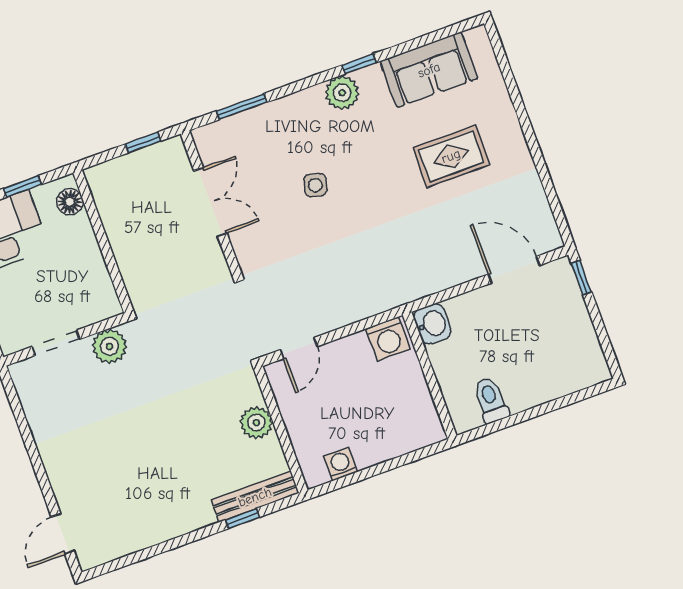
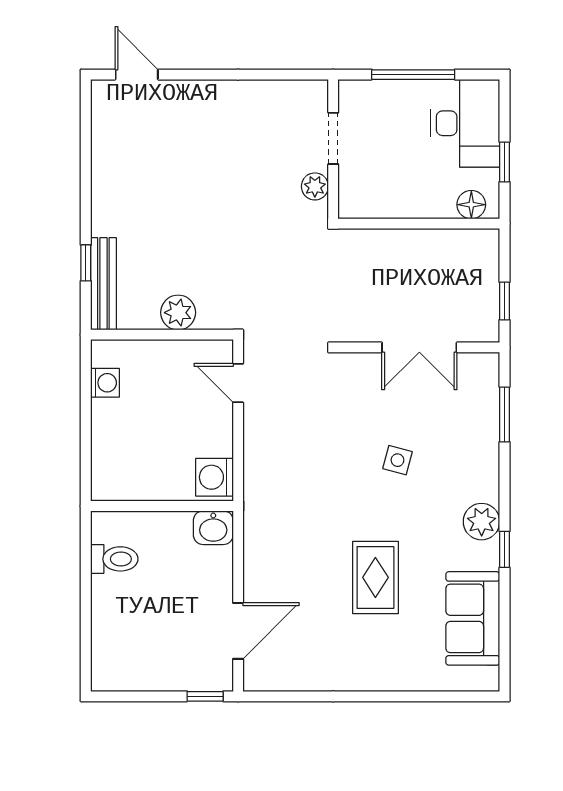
rug: (451, 156) -> (375, 577), moved
plant: (110, 346) -> (315, 186), width x0.73, depth x0.73

